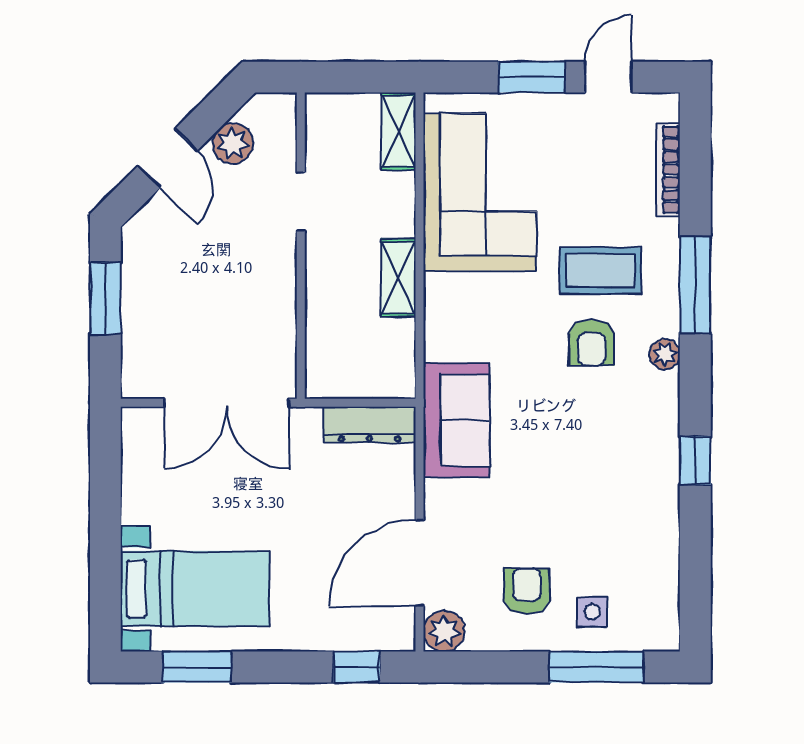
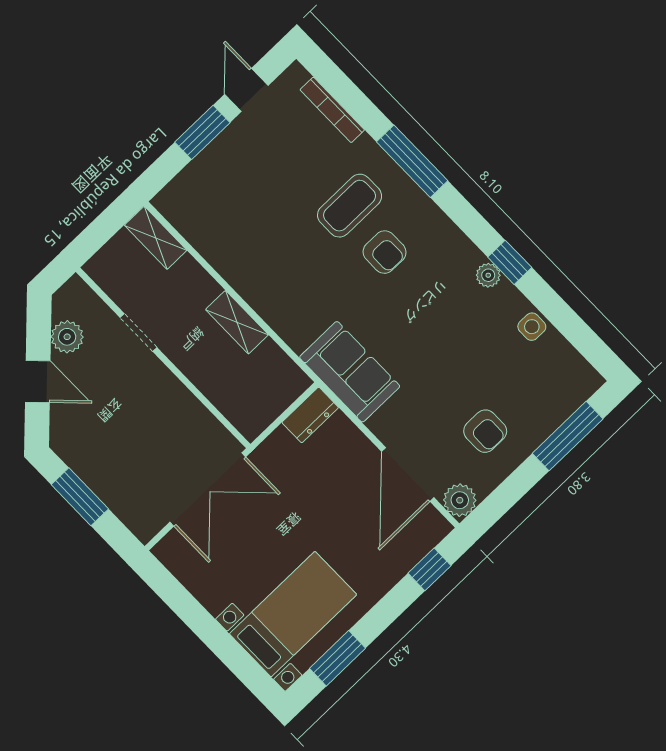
corner sofa: (480, 192) -> (237, 228), removed
plant: (665, 354) -> (488, 275), moved
dresser: (369, 425) -> (310, 415), width x0.70
armchair: (527, 591) -> (485, 431), turned 180
side table: (592, 612) -> (532, 327), moved

